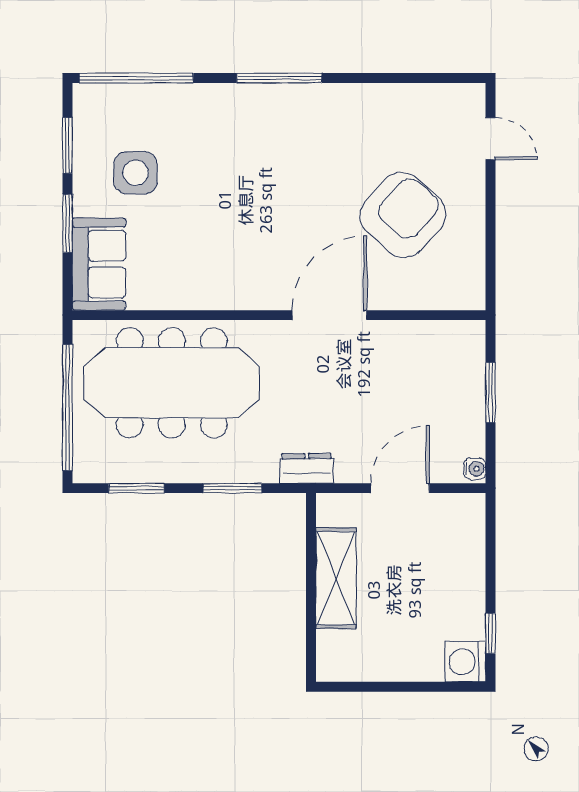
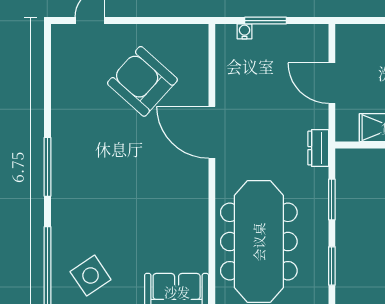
side table: (136, 173) -> (91, 276), moved, turned -34
water cooler: (475, 469) -> (245, 31), moved

